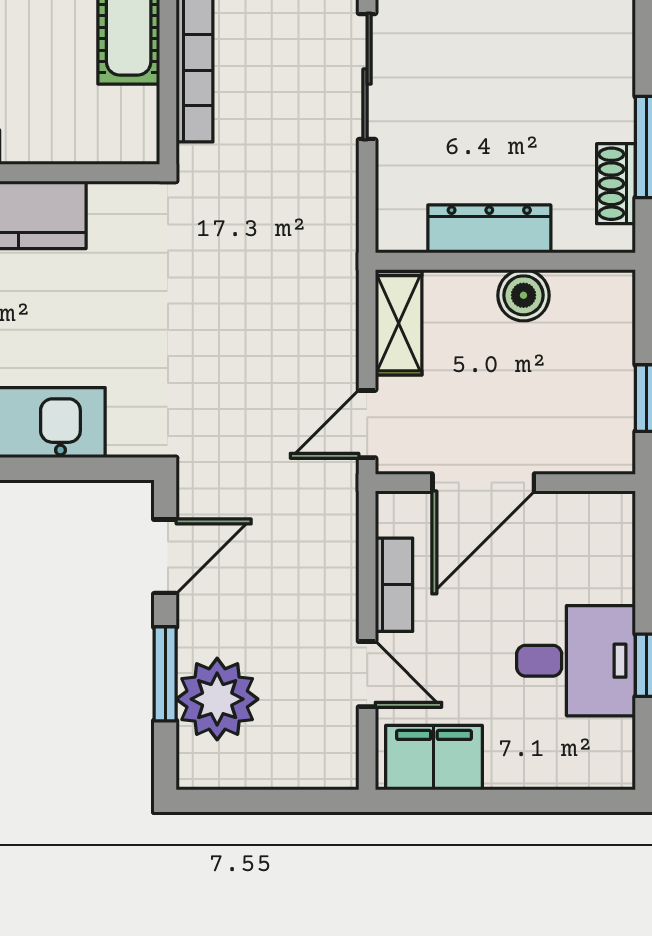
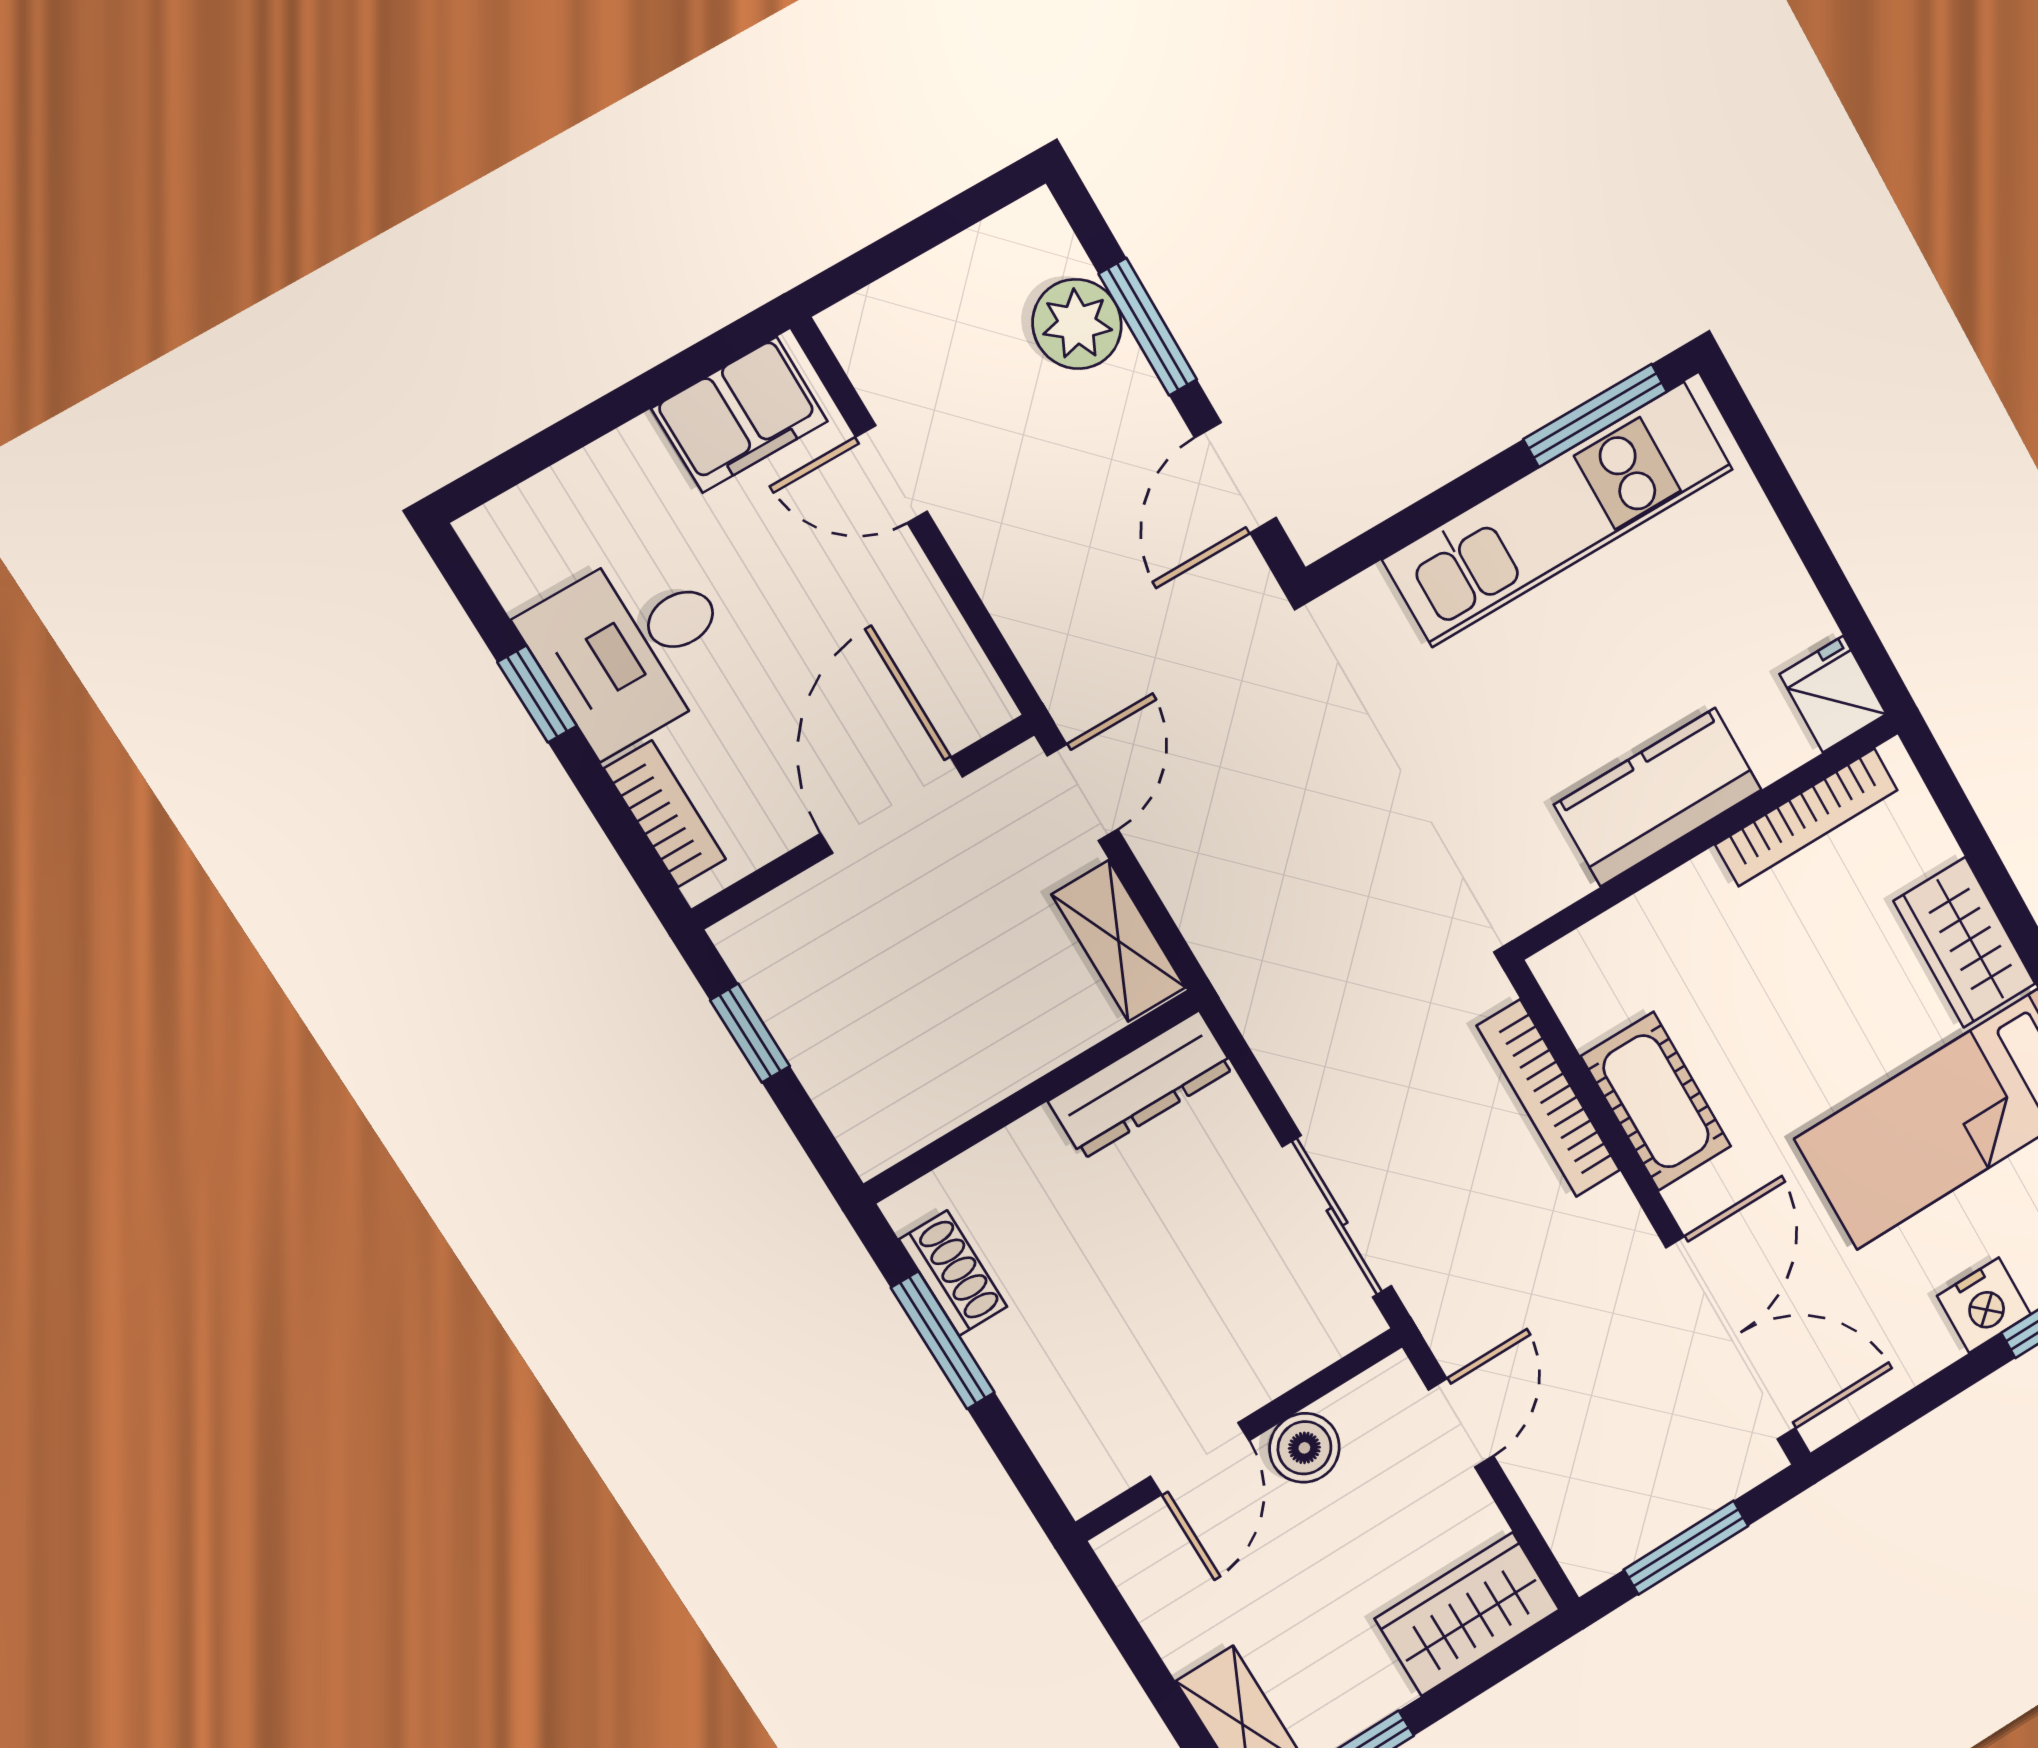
dresser: (489, 229) -> (1141, 1085), moved
boiler: (524, 295) -> (984, 1068), removed
bookcase: (394, 585) -> (665, 814), moved, turned 180
plant: (217, 699) -> (1077, 324), width x0.73, depth x0.73

